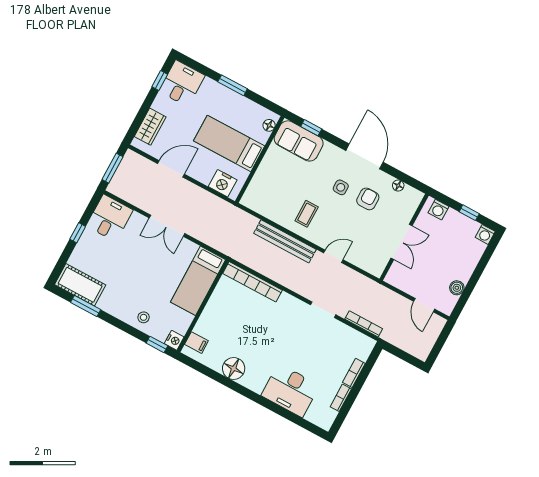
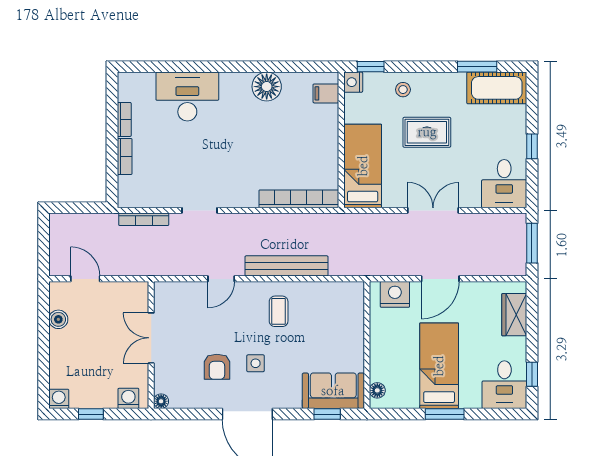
bed: (229, 143) -> (439, 366), moved, turned -90
door: (171, 169) -> (440, 279), moved
floor lamp: (398, 186) -> (161, 401), moved
rug: (143, 280) -> (427, 132), added

